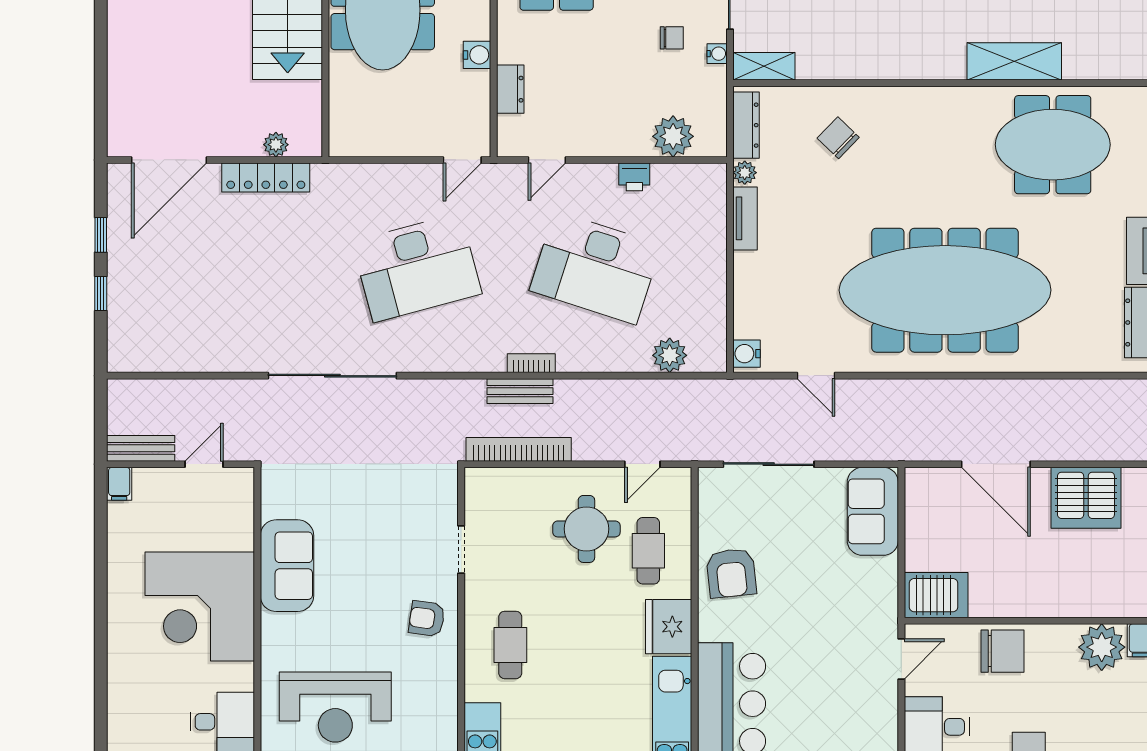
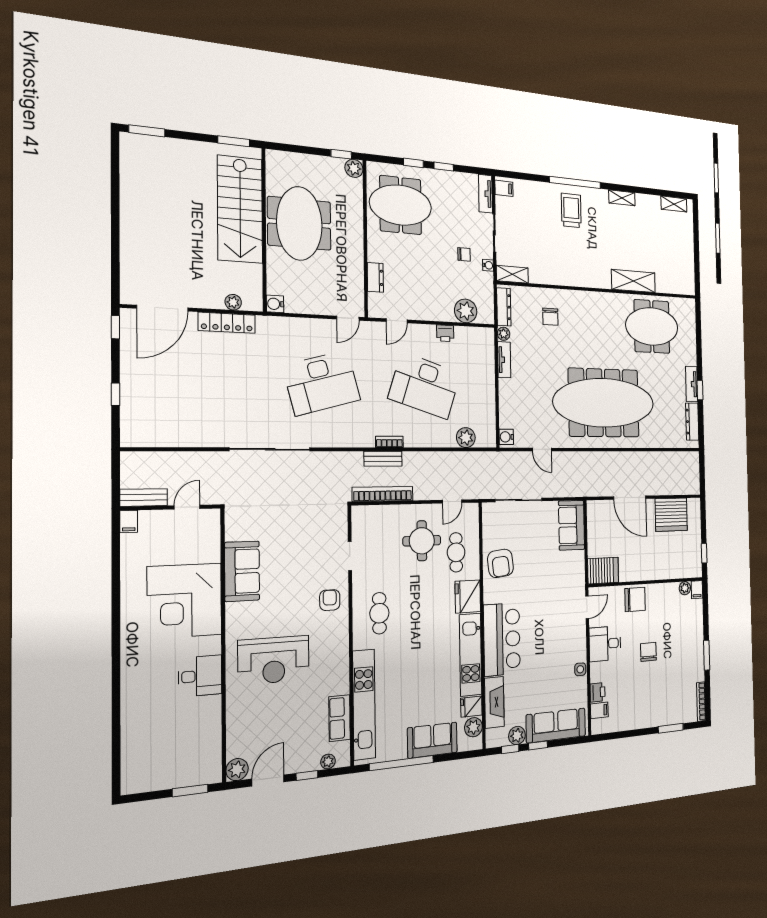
water cooler: (477, 55) -> (275, 304), moved, turned 180
chair: (838, 138) -> (550, 317), turned -134
window: (101, 235) -> (115, 327), moved
armchair: (427, 619) -> (330, 600), turned 82
plant: (1102, 647) -> (685, 588), width x0.53, depth x0.53

